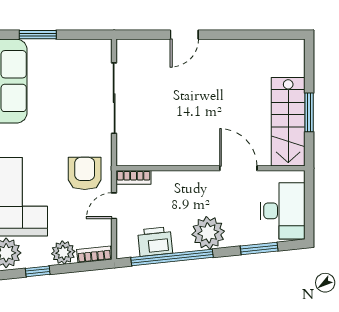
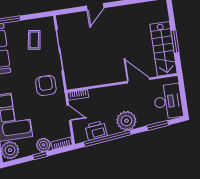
coffee table: (74, 74) -> (34, 40), added
armchair: (85, 173) -> (46, 85), moved
door: (114, 206) -> (69, 113), swing flipped
window: (38, 271) -> (40, 156), moved

